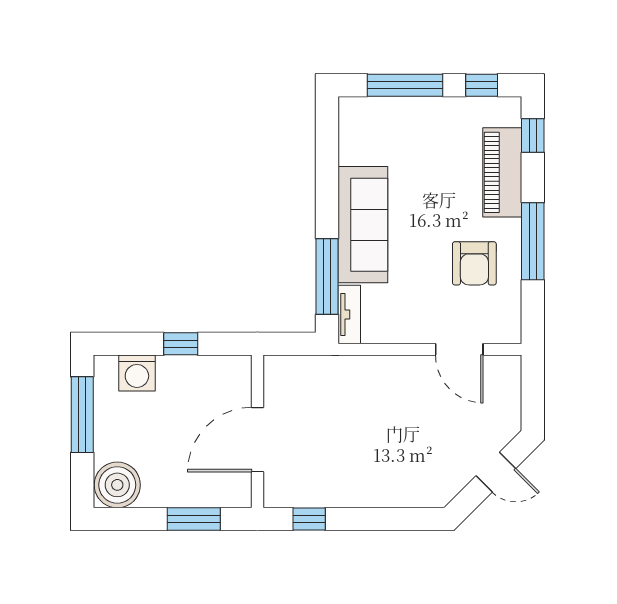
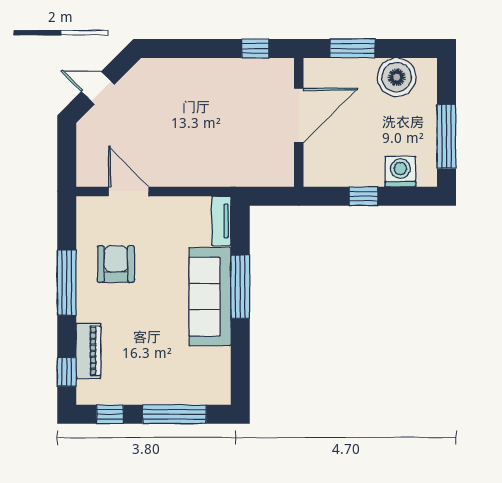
piano: (502, 172) -> (88, 351), width x0.73, depth x0.75
window: (327, 276) -> (240, 287), moved
boiler: (117, 485) -> (397, 77), moved

